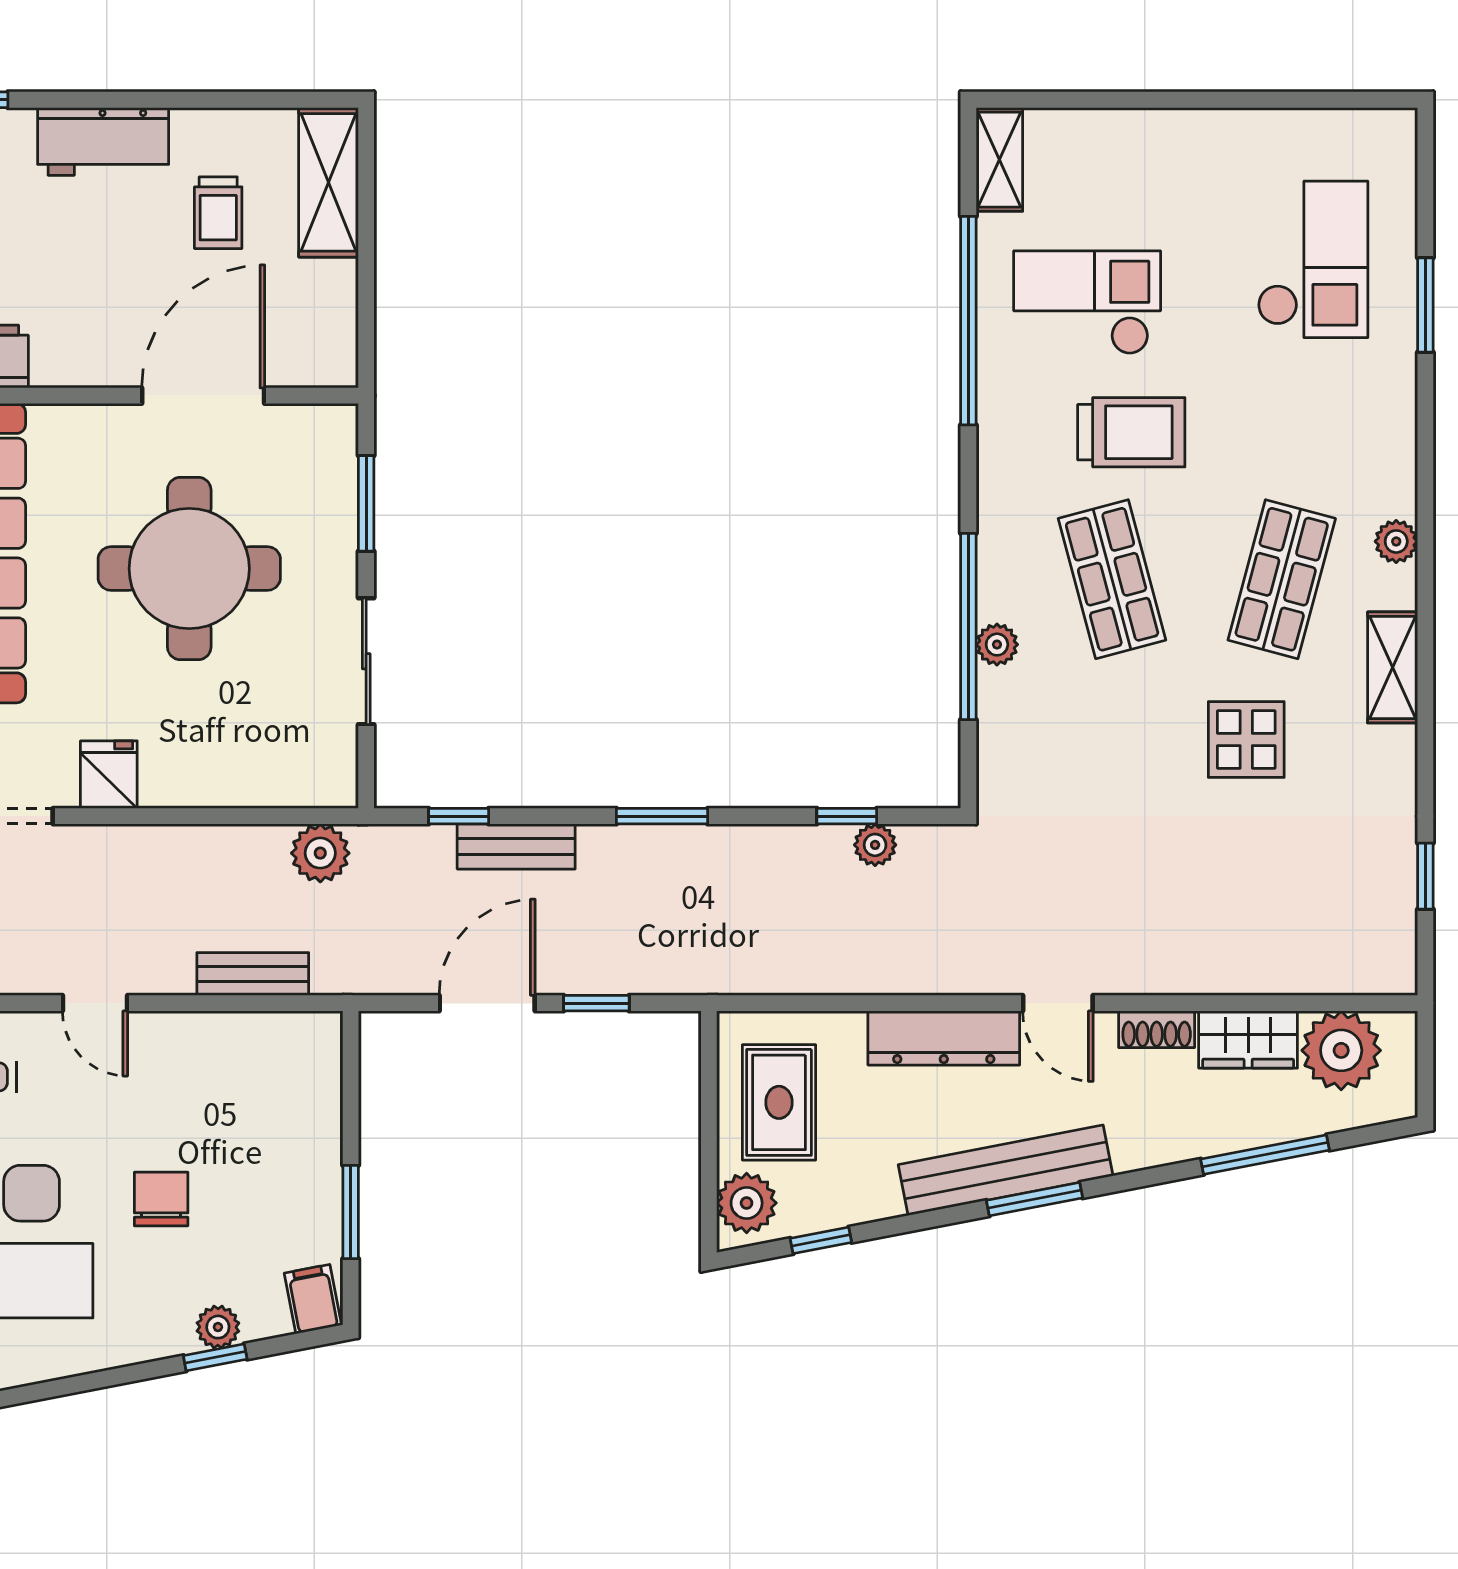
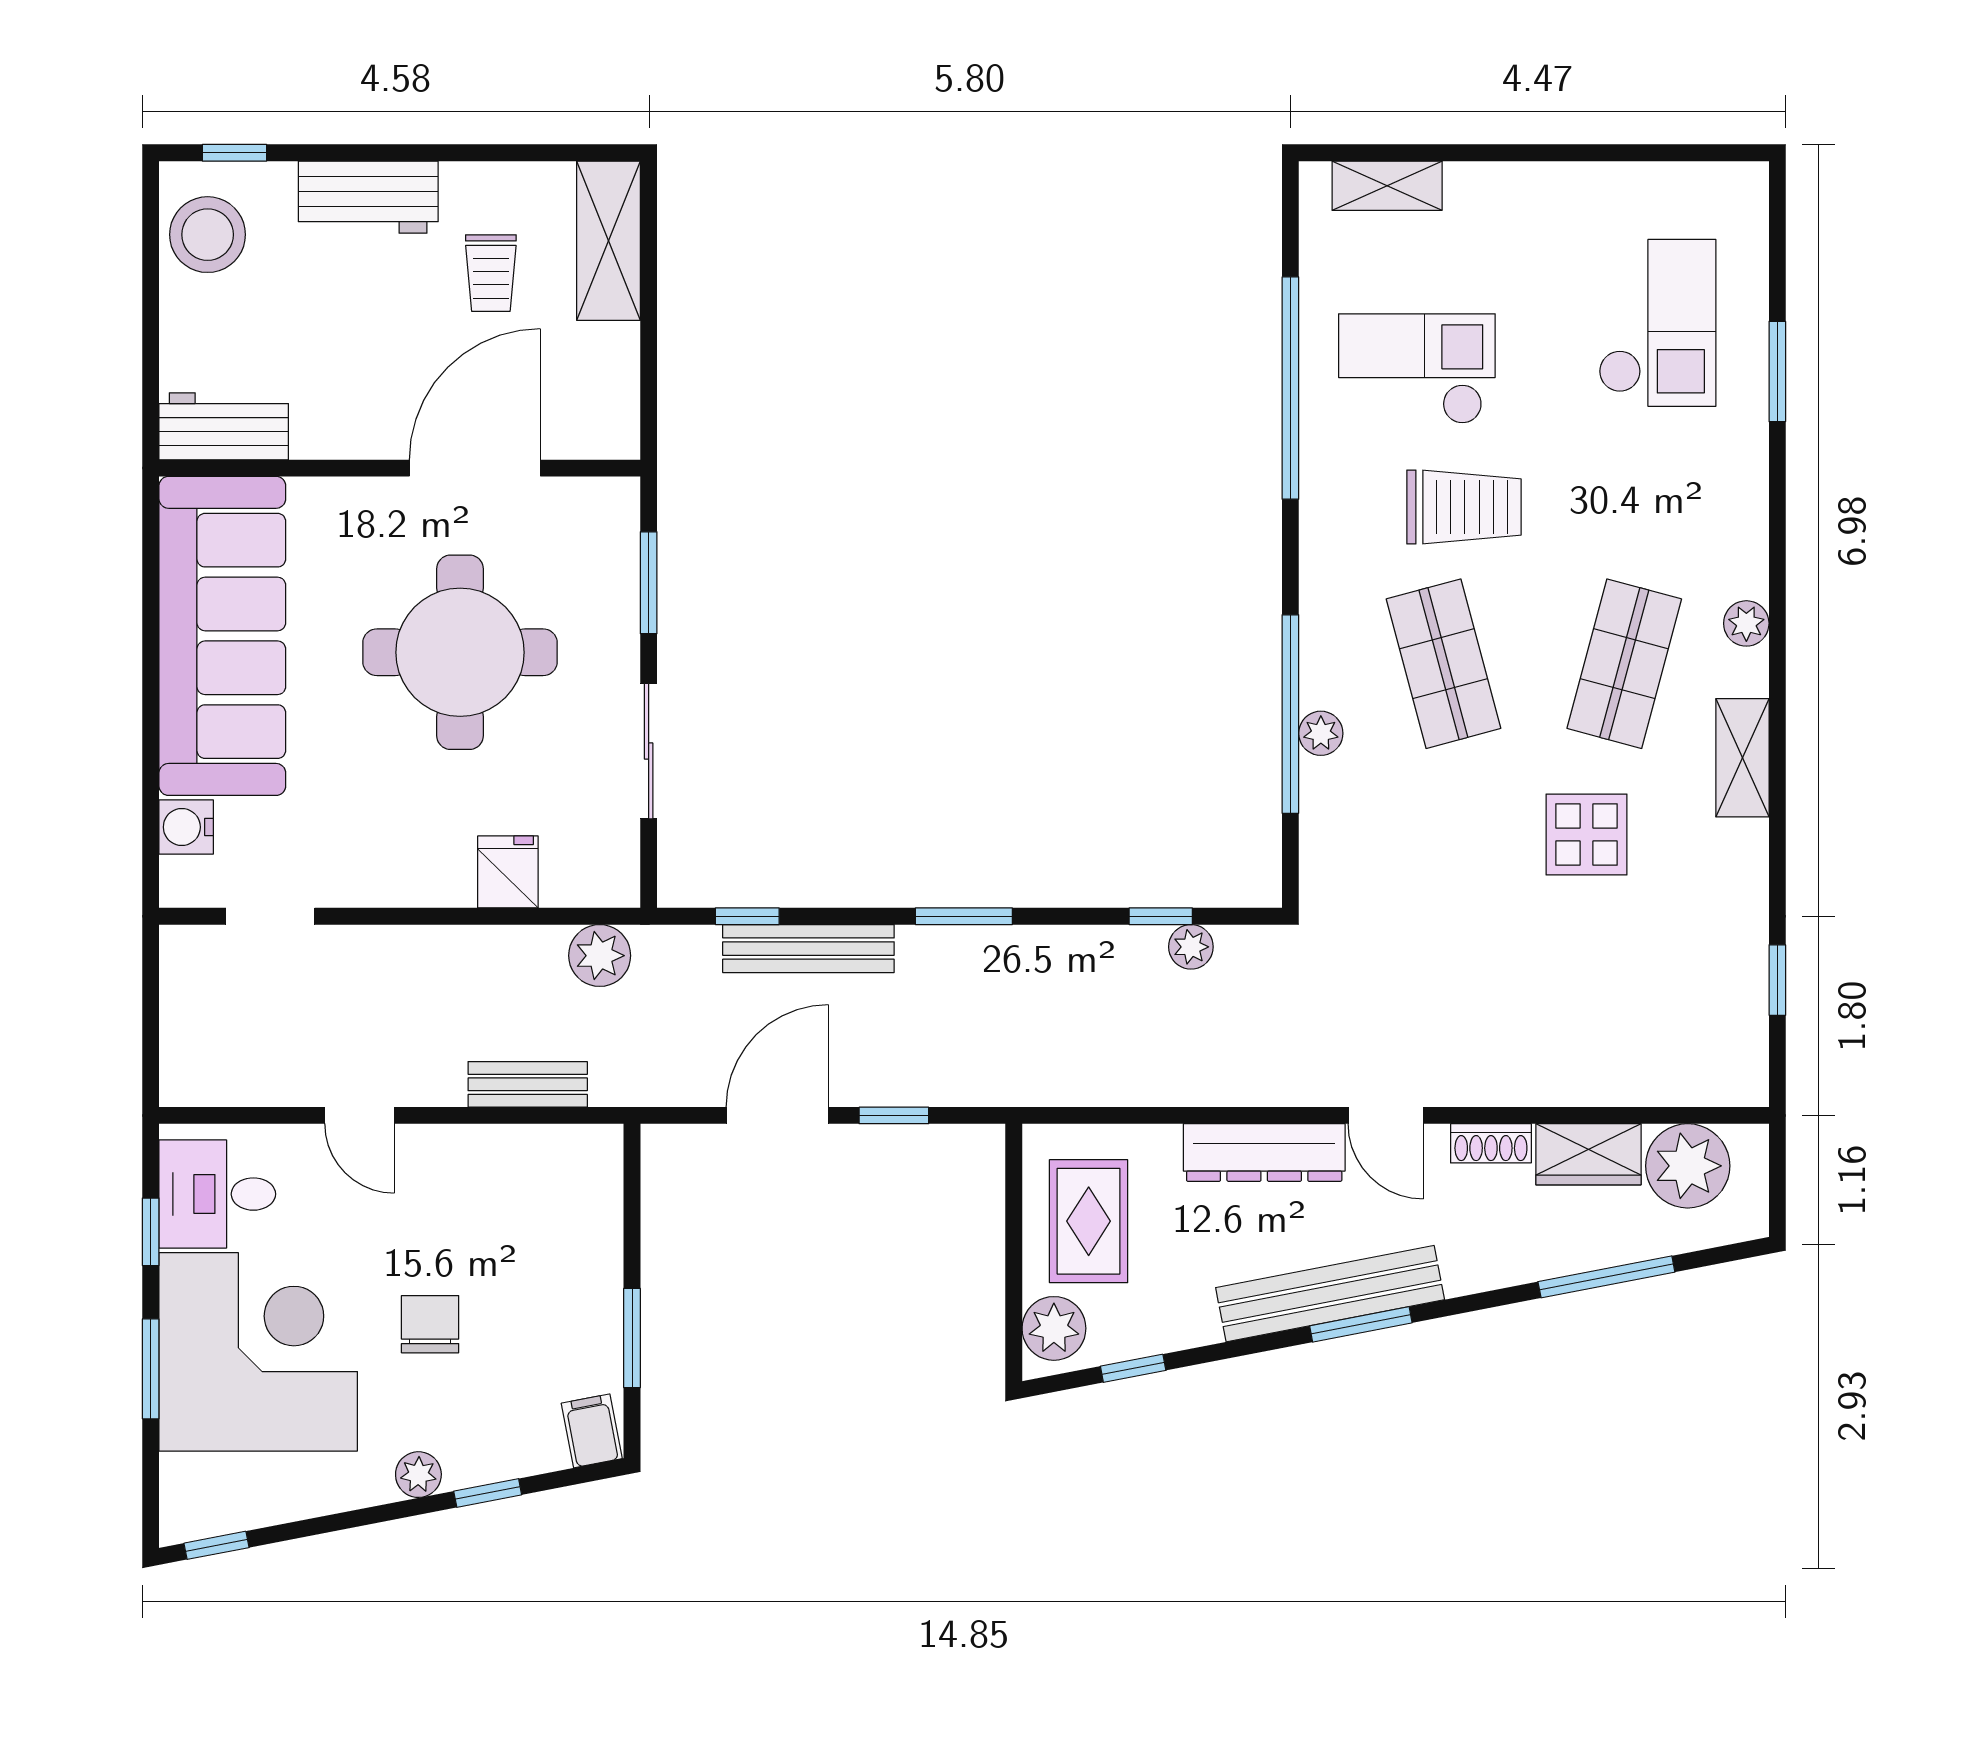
shelving: (999, 160) -> (1387, 186), moved, turned 90
fridge: (109, 775) -> (508, 872), moved
bench: (516, 847) -> (808, 949), width x1.36
plant: (218, 1327) -> (418, 1475), moved

